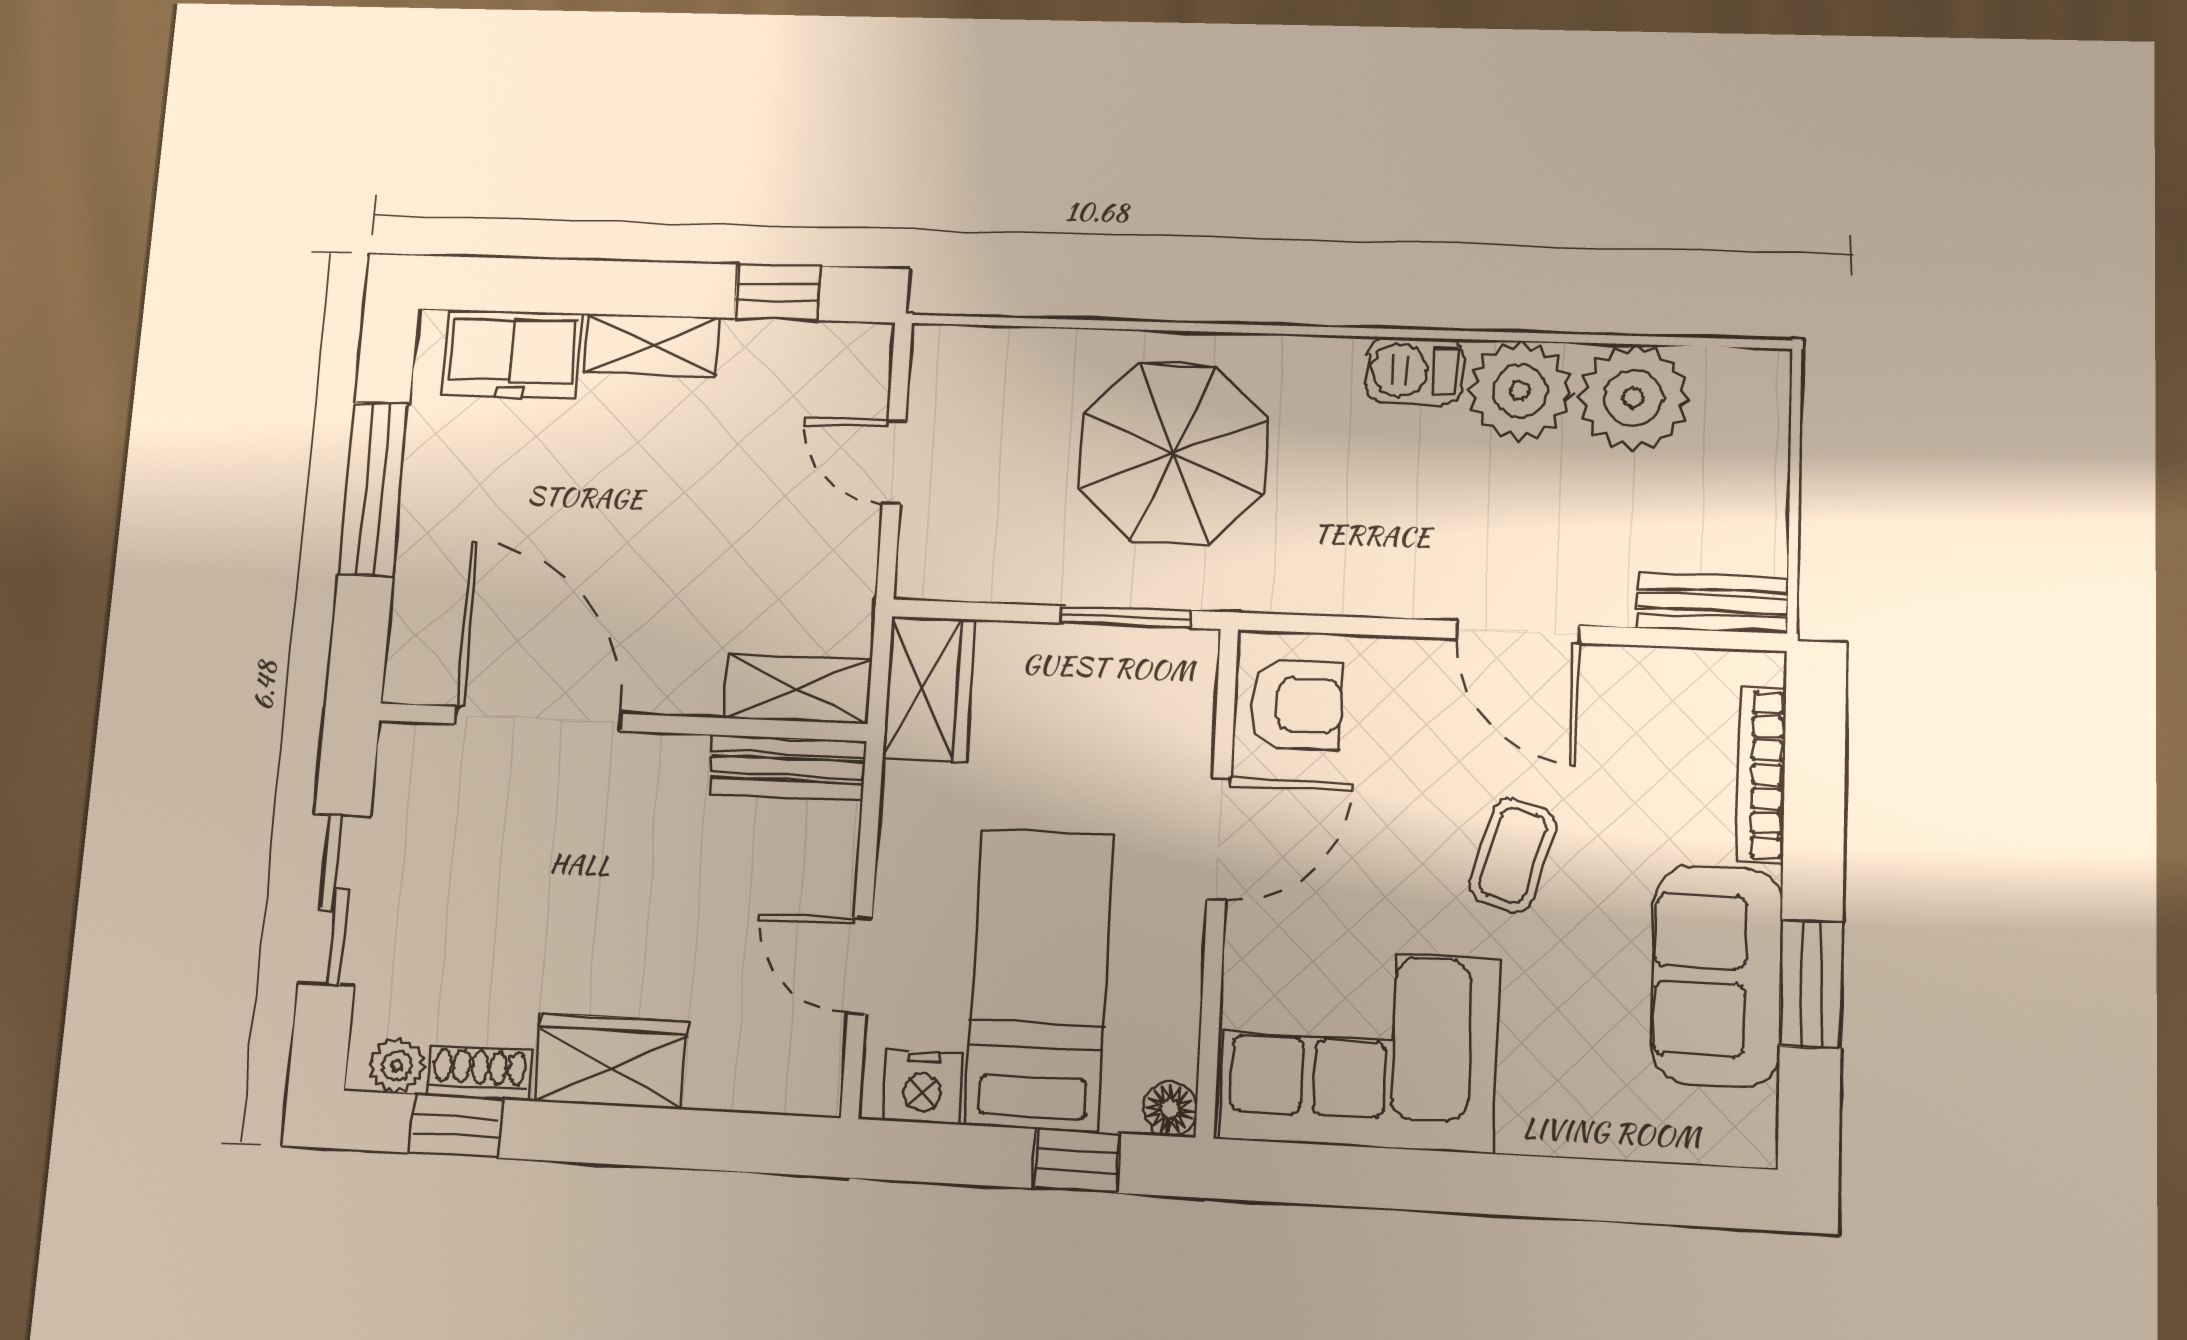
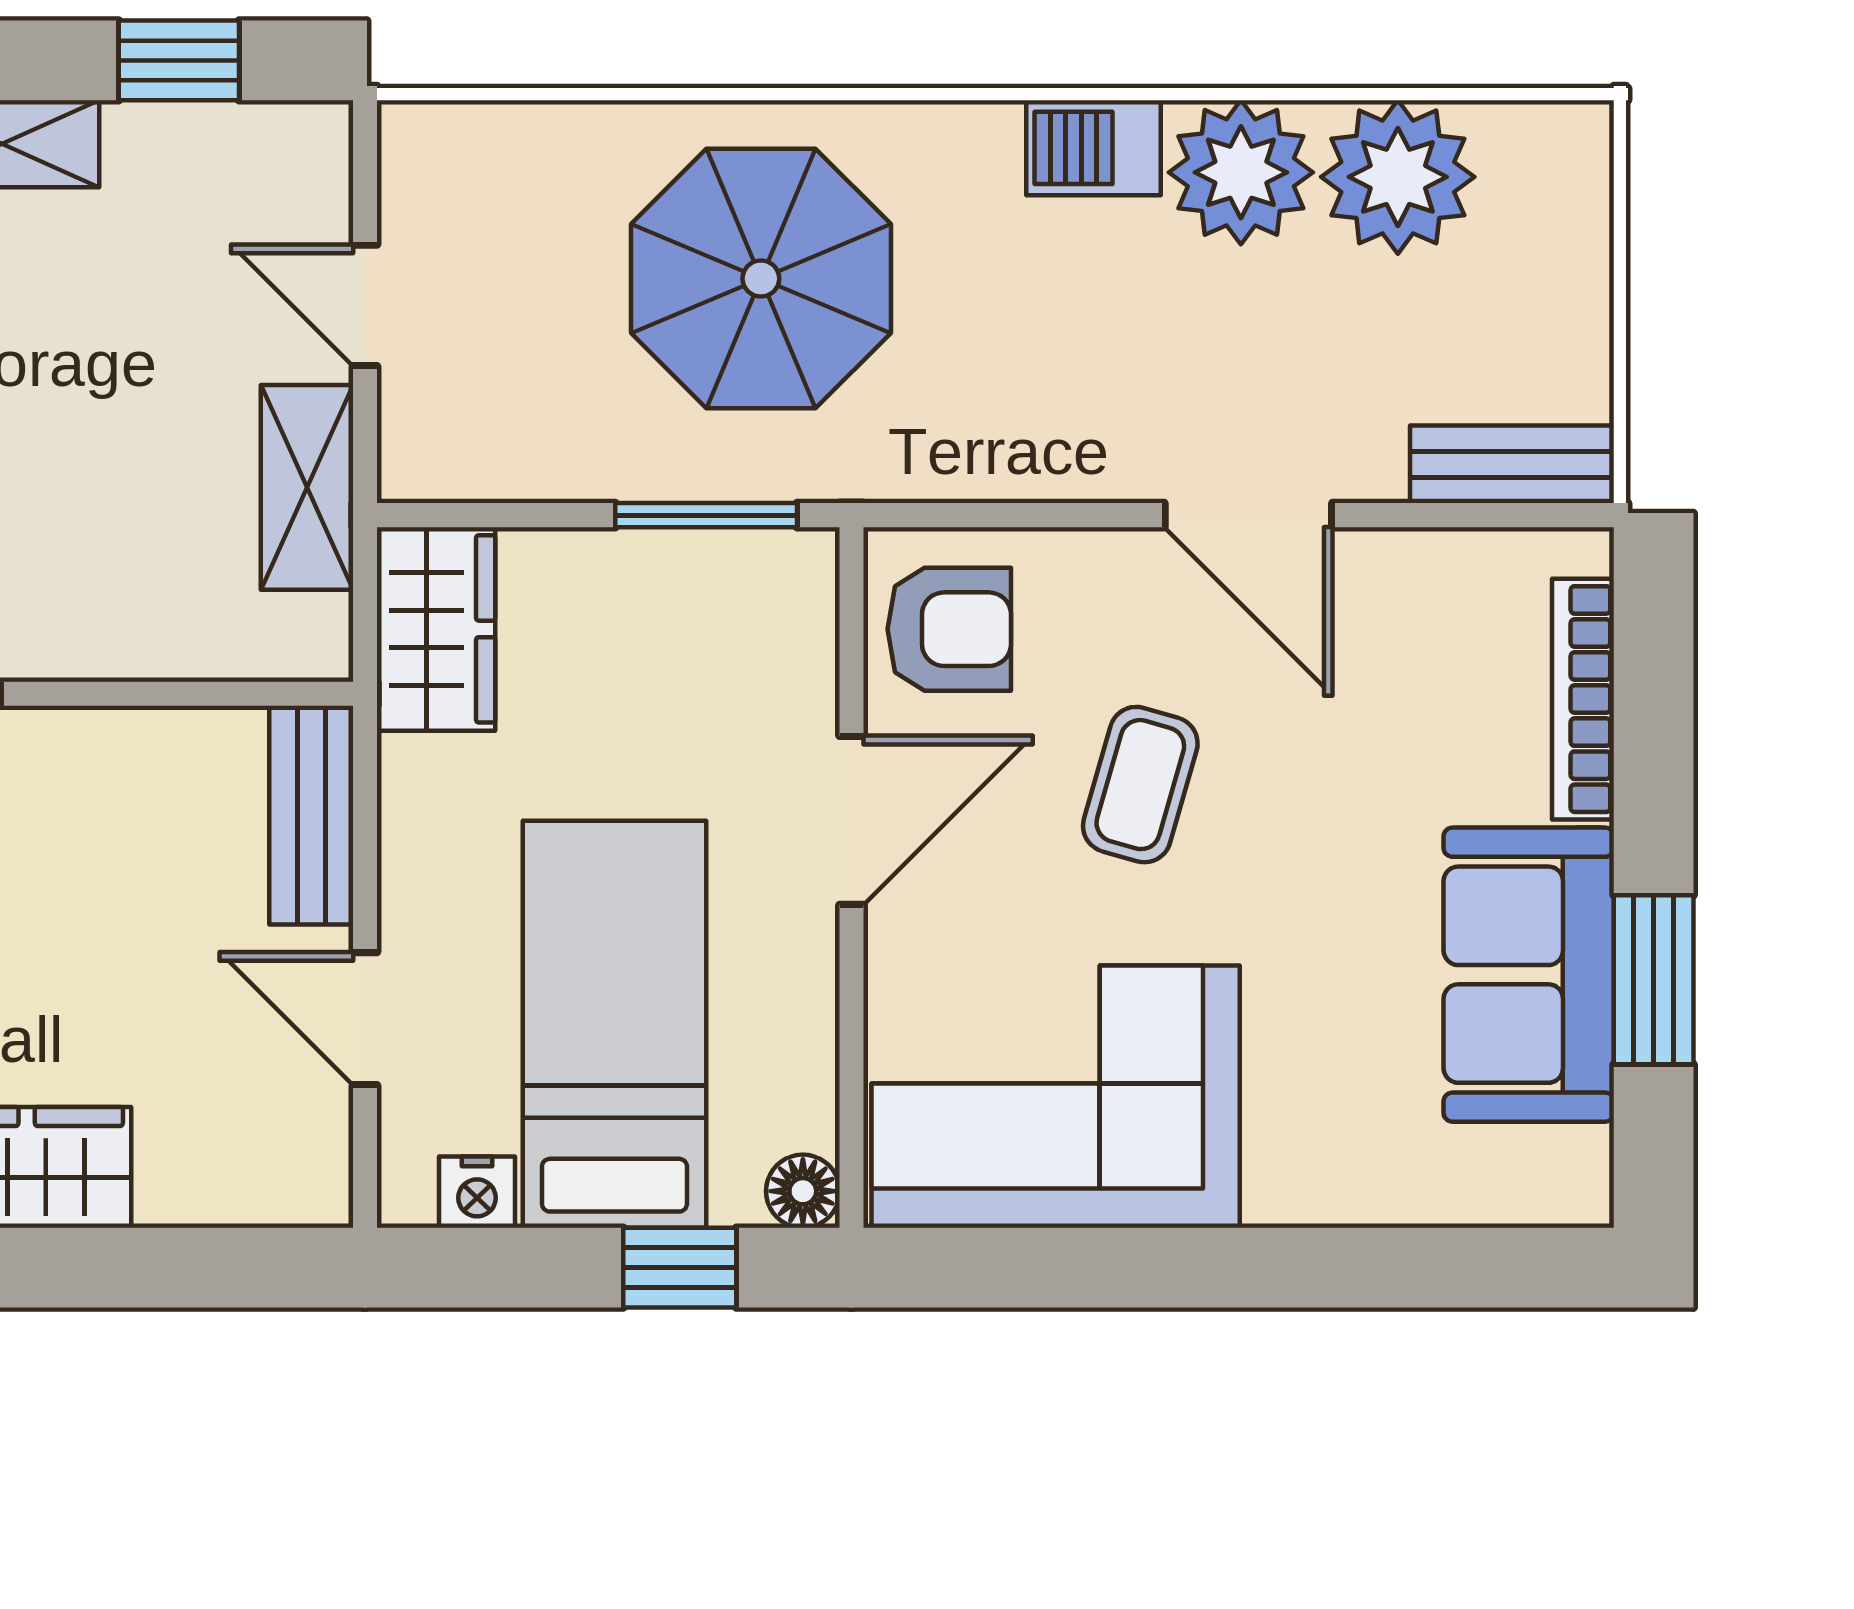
shelving: (798, 689) -> (307, 487), moved, turned 90
bench: (787, 767) -> (311, 815), moved, turned 90
coffee table: (1513, 855) -> (1140, 785), moved
nightstand: (922, 1087) -> (477, 1192), width x0.72, depth x0.74

